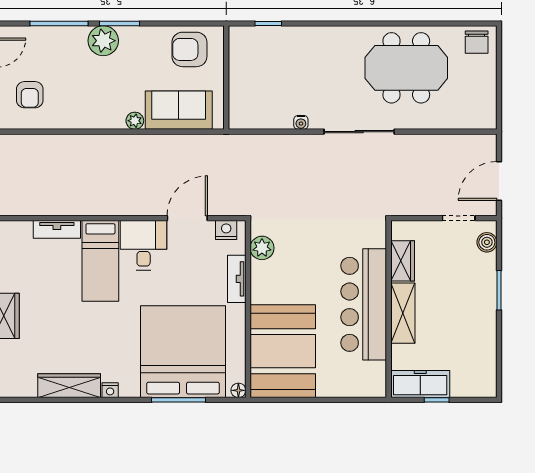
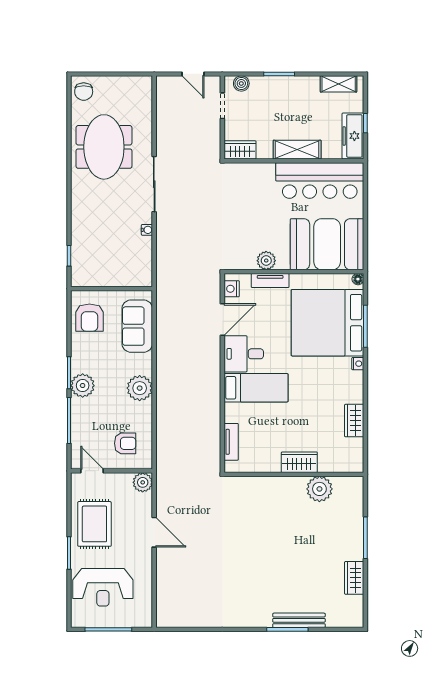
chair: (477, 42) -> (84, 92), turned 90
plant: (135, 121) -> (140, 388), moved, width x1.88, depth x1.88
door: (499, 181) -> (193, 74), width x0.73
door: (187, 218) -> (222, 319), swing flipped
tv unit: (57, 229) -> (231, 442), moved
plant: (262, 248) -> (266, 261), moved
wardrobe: (403, 261) -> (240, 150), moved
bar counter: (364, 304) -> (320, 180), moved
shelving: (486, 366) -> (339, 84), added
wardrobe: (69, 386) -> (354, 421), width x0.67
nightstand: (110, 390) -> (358, 364), moved

